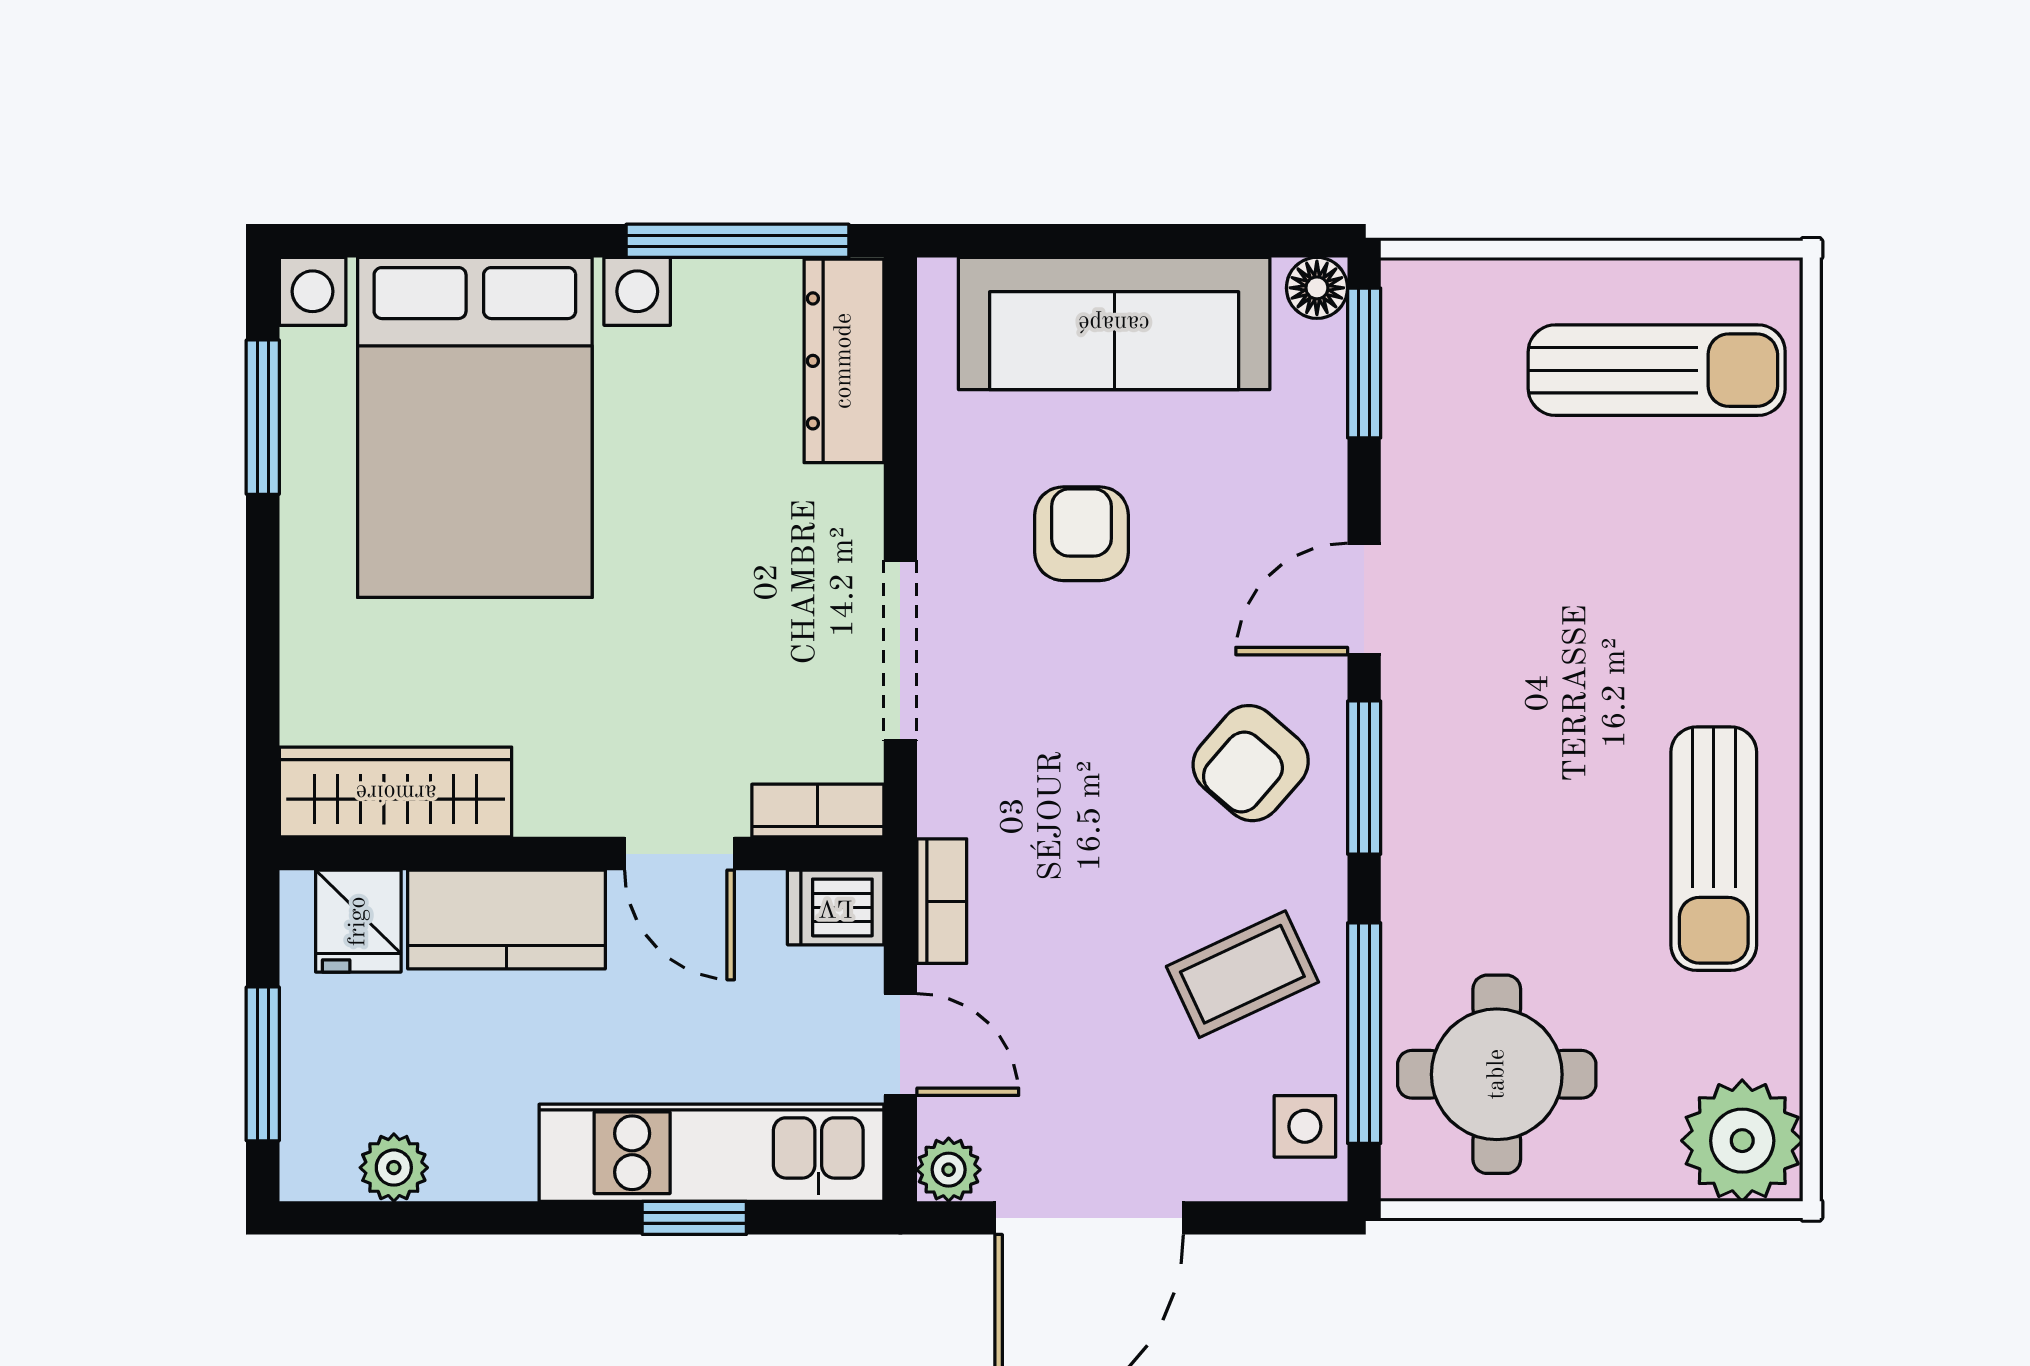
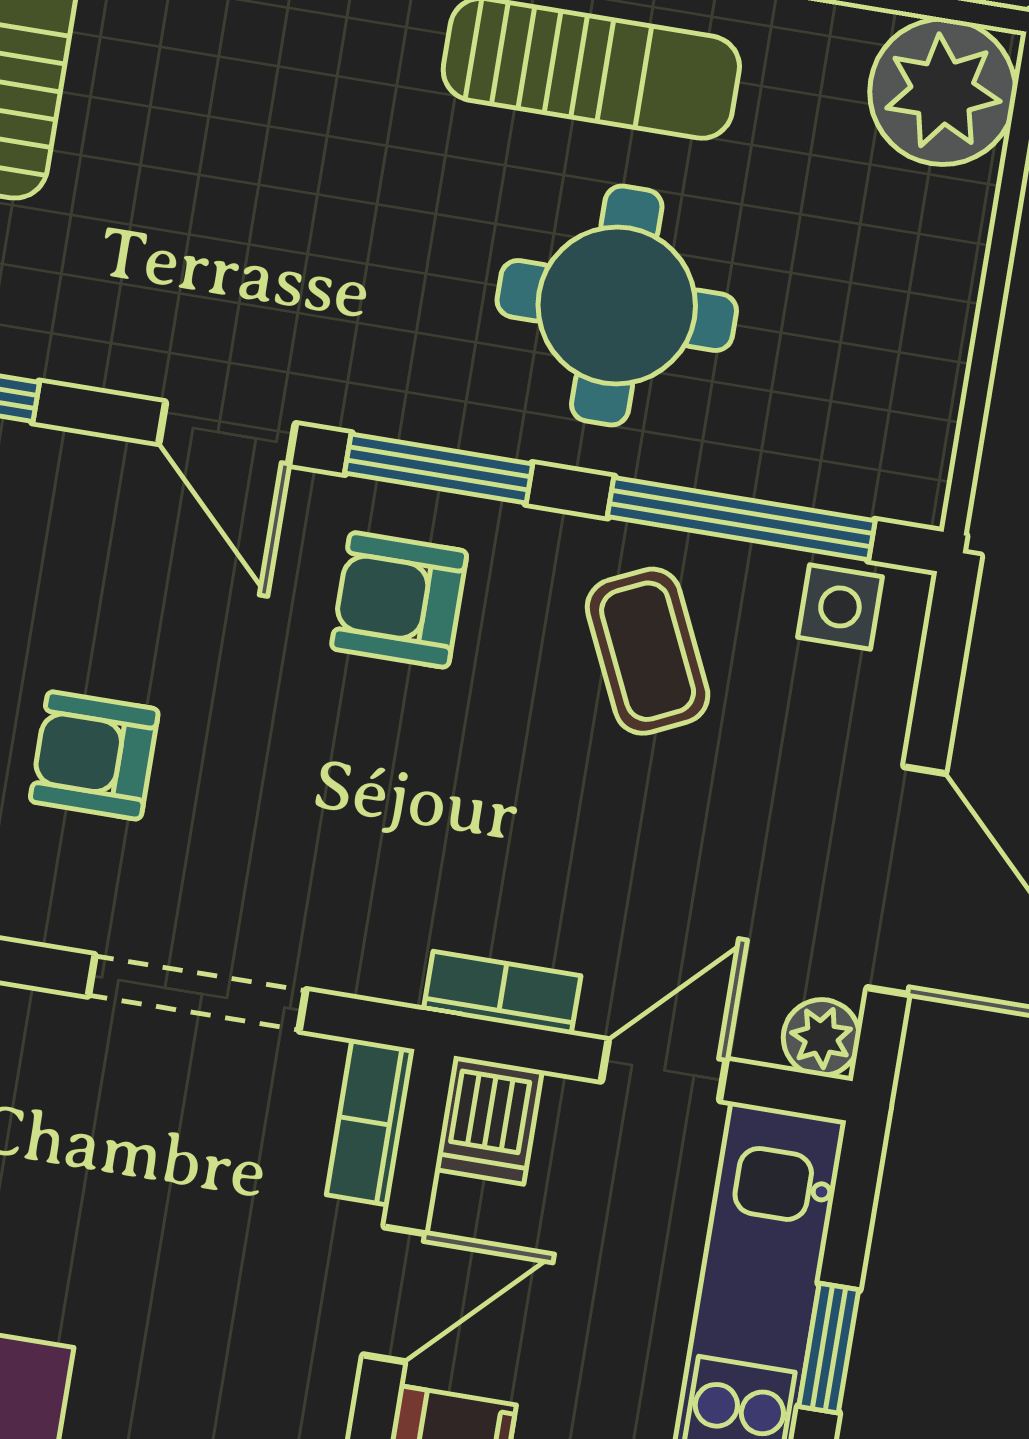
armchair: (1251, 763) -> (399, 600), turned 139
round table: (1497, 1074) -> (617, 306), moved

